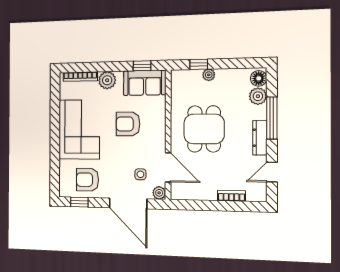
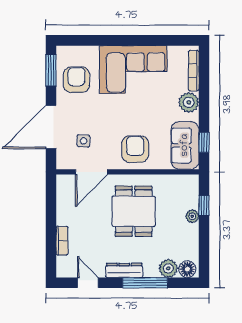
armchair: (128, 124) -> (135, 149), moved
dining table: (204, 129) -> (134, 211), turned 90
plant: (159, 193) -> (63, 162), removed
window: (79, 202) -> (51, 70), width x1.50

